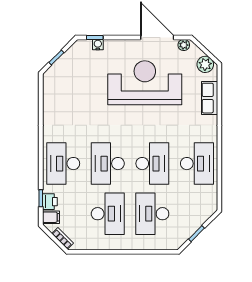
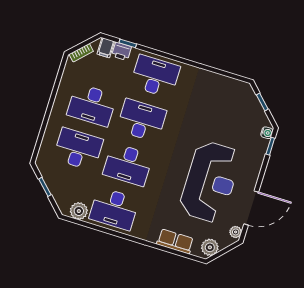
water cooler: (98, 45) -> (267, 133), moved
plant: (209, 195) -> (79, 211), added

